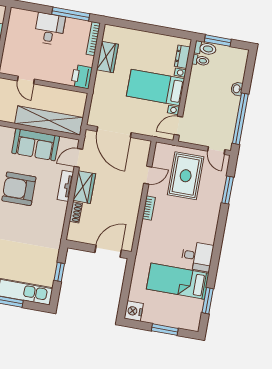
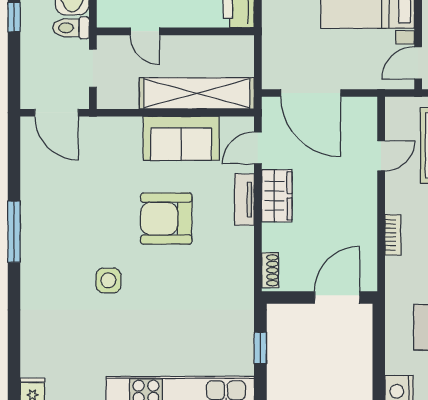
bookcase: (149, 208) -> (393, 235), moved
shoe rack: (76, 212) -> (270, 270), moved

